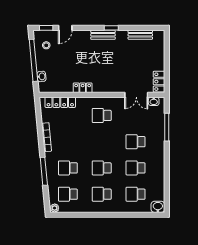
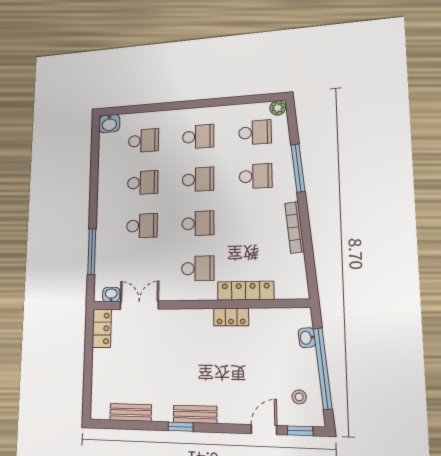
locker: (60, 102) -> (246, 291), moved
school desk: (102, 142) -> (198, 223), added

